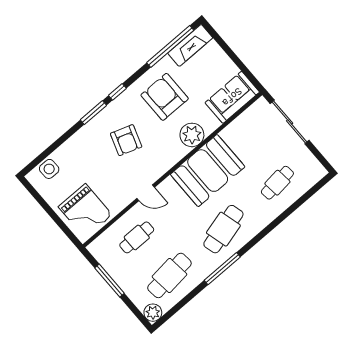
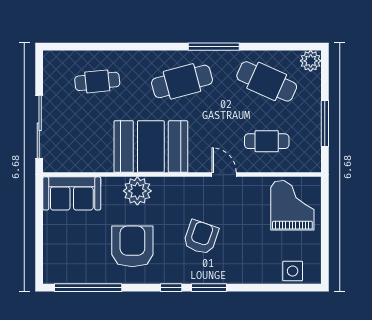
fireplace: (190, 45) -> (69, 273), removed
armchair: (165, 97) -> (132, 246), turned 180
cafe table: (169, 275) -> (267, 81), turned 30

